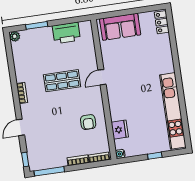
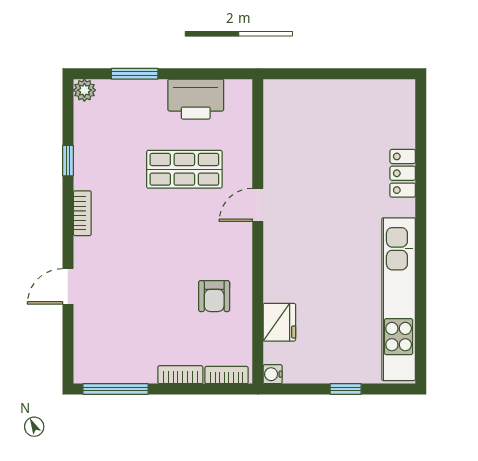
locker: (162, 22) -> (403, 173), moved
sofa: (120, 27) -> (312, 103), removed
shop shelf: (62, 81) -> (184, 169), moved
window: (25, 160) -> (68, 161), moved

